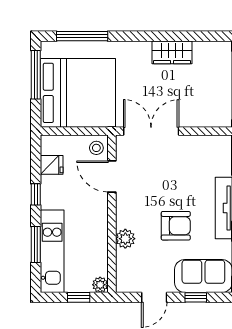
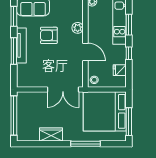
window: (82, 36) -> (85, 144), moved
door: (112, 176) -> (85, 52), moved

